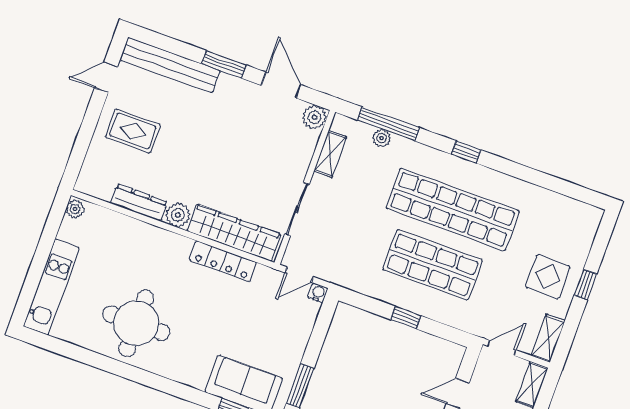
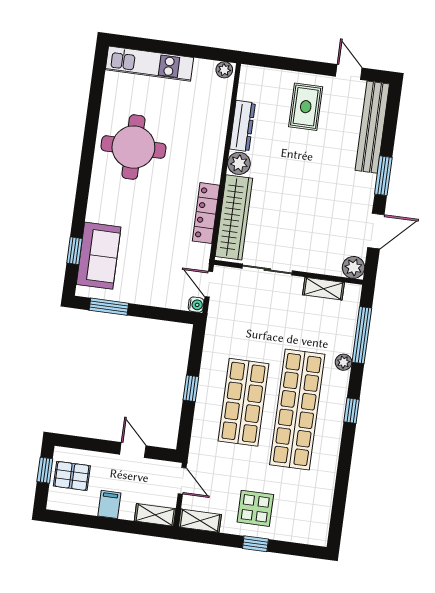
plant: (382, 138) -> (344, 362), moved

